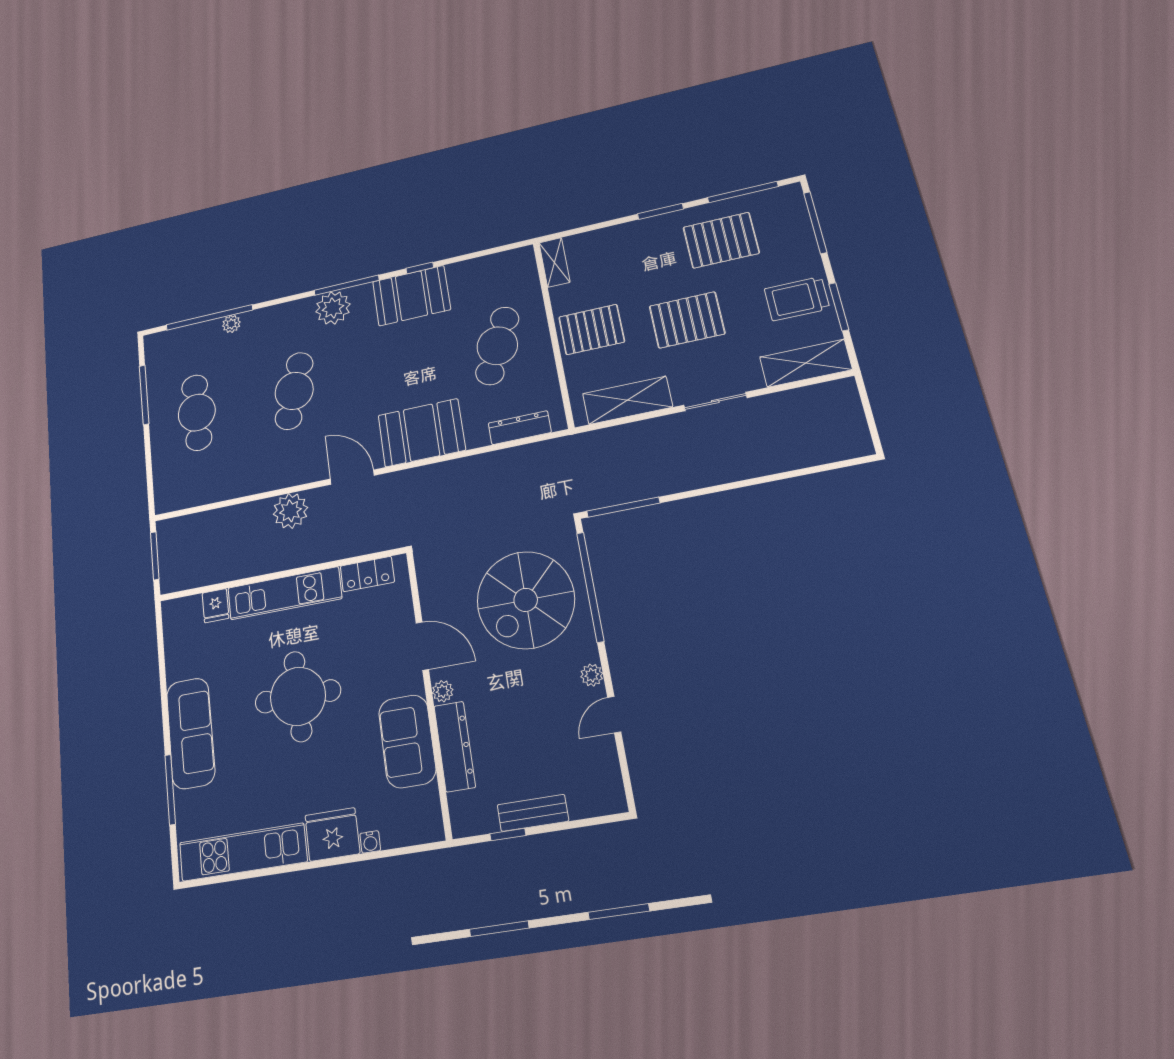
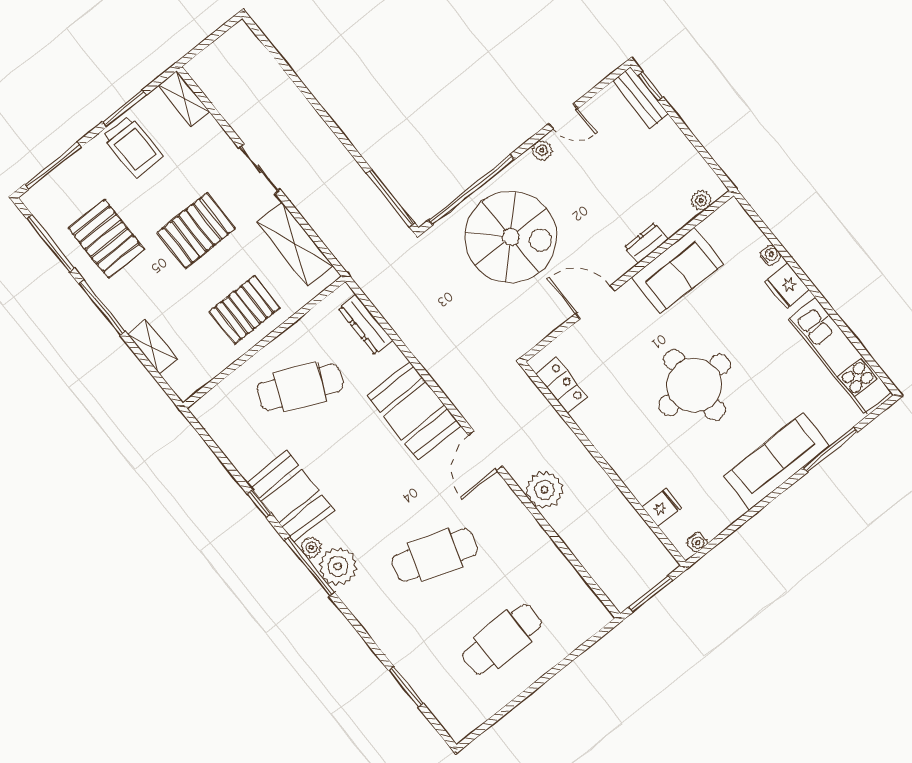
window: (661, 211) -> (102, 307), width x1.44
shelving: (555, 262) -> (152, 347), moved, turned 90
window: (209, 318) -> (406, 687), width x0.47
pallet: (687, 320) -> (196, 230), turned 90
plant: (231, 324) -> (311, 547), moved
pallet: (592, 329) -> (244, 310), turned 90
shelving: (806, 363) -> (184, 98), width x0.67, depth x0.75
window: (144, 395) -> (512, 705), removed
kitchen unit: (284, 593) -> (617, 450), removed
water cooler: (170, 621) -> (697, 542), added
door: (422, 646) -> (595, 302), hinge flipped
plant: (443, 691) -> (701, 200), moved
dresser: (455, 746) -> (646, 243), width x0.51, depth x0.80
bench: (533, 813) -> (640, 98), moved
fridge: (332, 834) -> (787, 286), width x0.73, depth x0.75
window: (508, 835) -> (650, 86), moved

